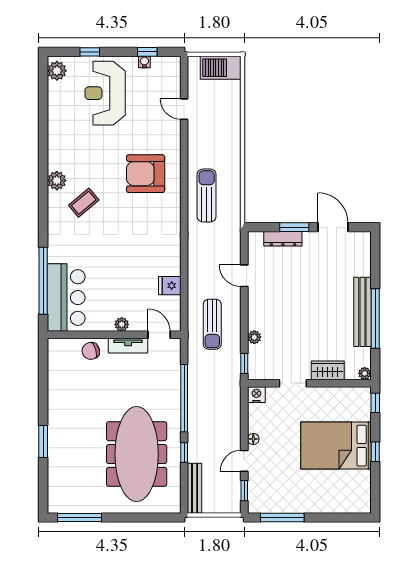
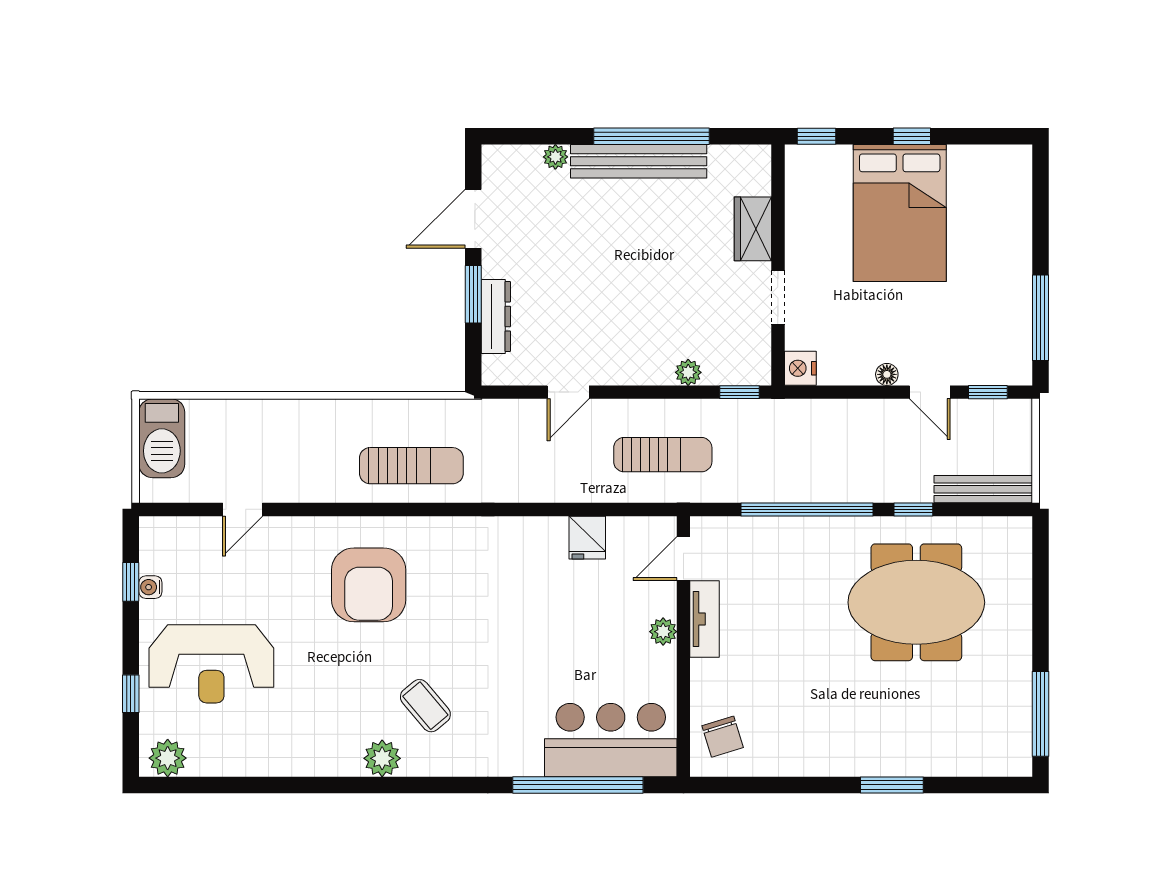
sun lounger: (207, 196) -> (411, 466), turned 180
chair: (91, 351) -> (723, 737), moved
plant: (365, 373) -> (555, 157), moved
meeting table: (137, 454) -> (916, 602), width x0.73

